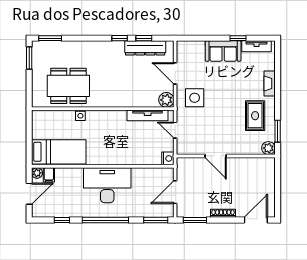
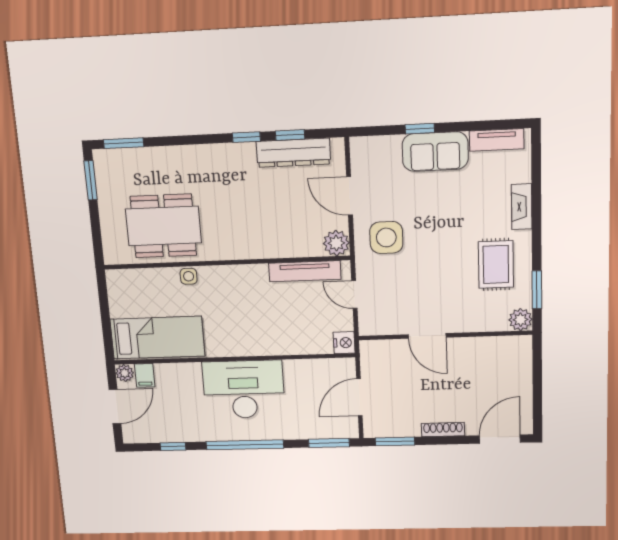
window: (238, 38) -> (420, 129), moved

